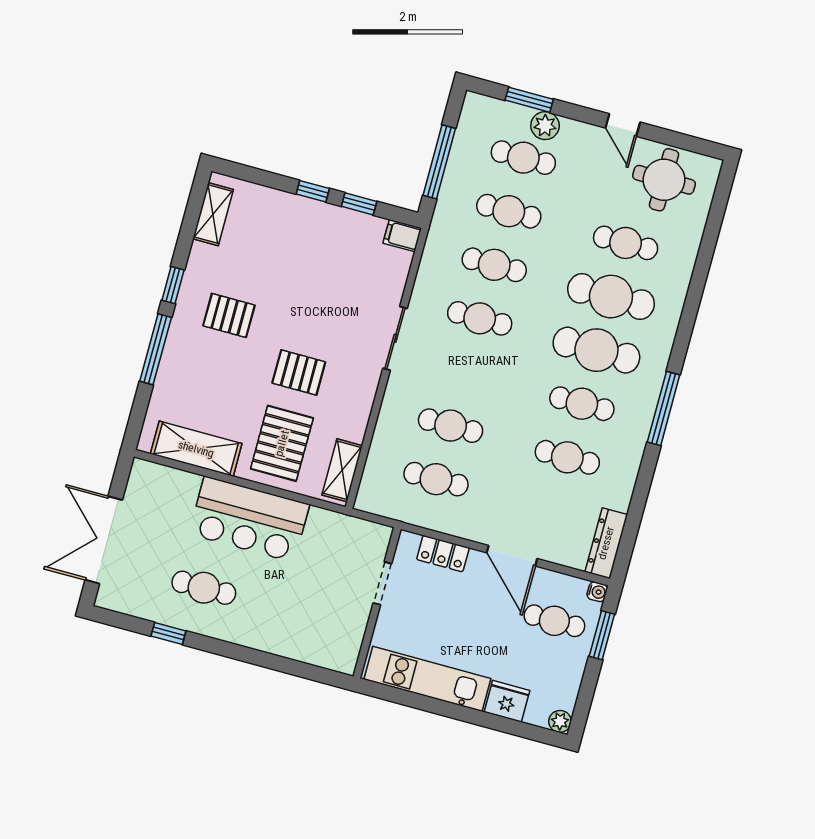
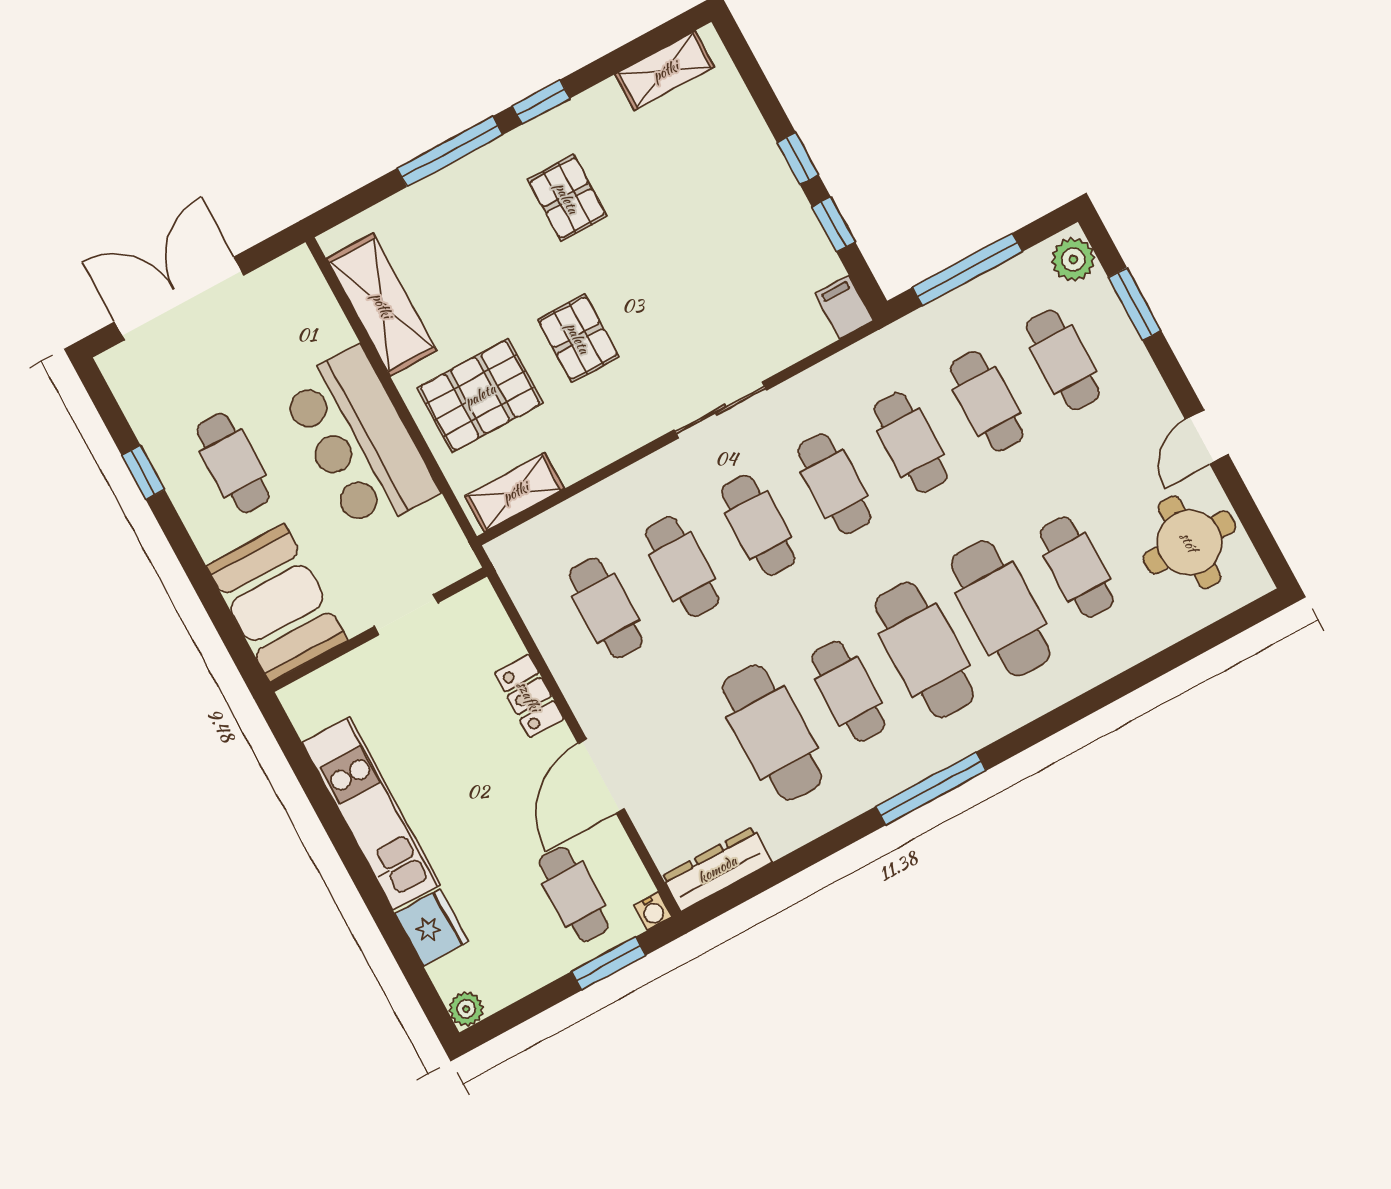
plant: (545, 126) -> (1073, 259), moved
cafe table: (465, 372) -> (758, 525), added
cafe table: (567, 457) -> (772, 733), width x1.37, depth x1.35
doorway: (382, 583) -> (406, 615), moved
wall: (377, 603) -> (378, 630), moved
booth: (288, 629) -> (277, 603), added

